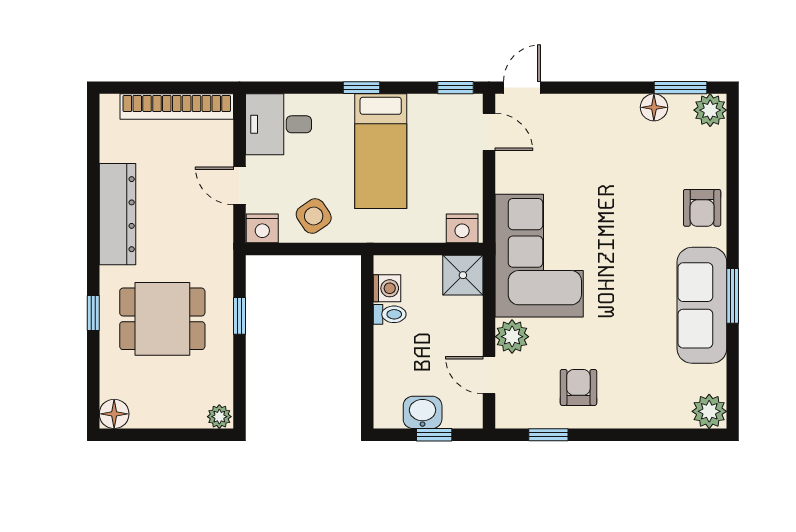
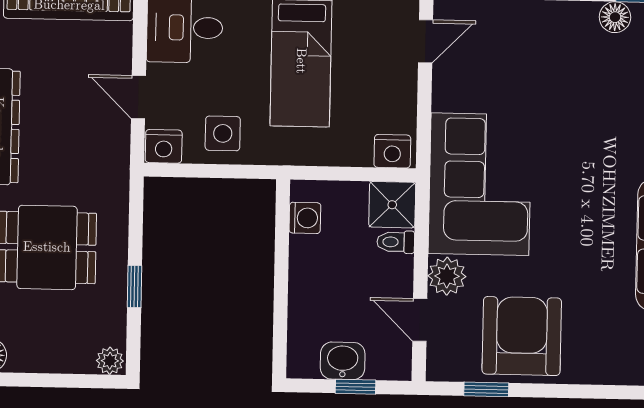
door: (489, 132) -> (426, 41), hinge flipped
side table: (314, 216) -> (223, 133), turned 34
toilet: (390, 314) -> (396, 242), moved, turned 180
window: (239, 316) -> (134, 287), moved
armchair: (578, 387) -> (522, 336), width x1.88, depth x1.88

